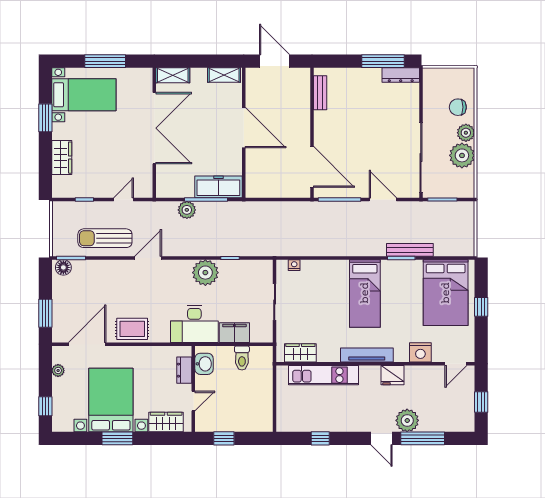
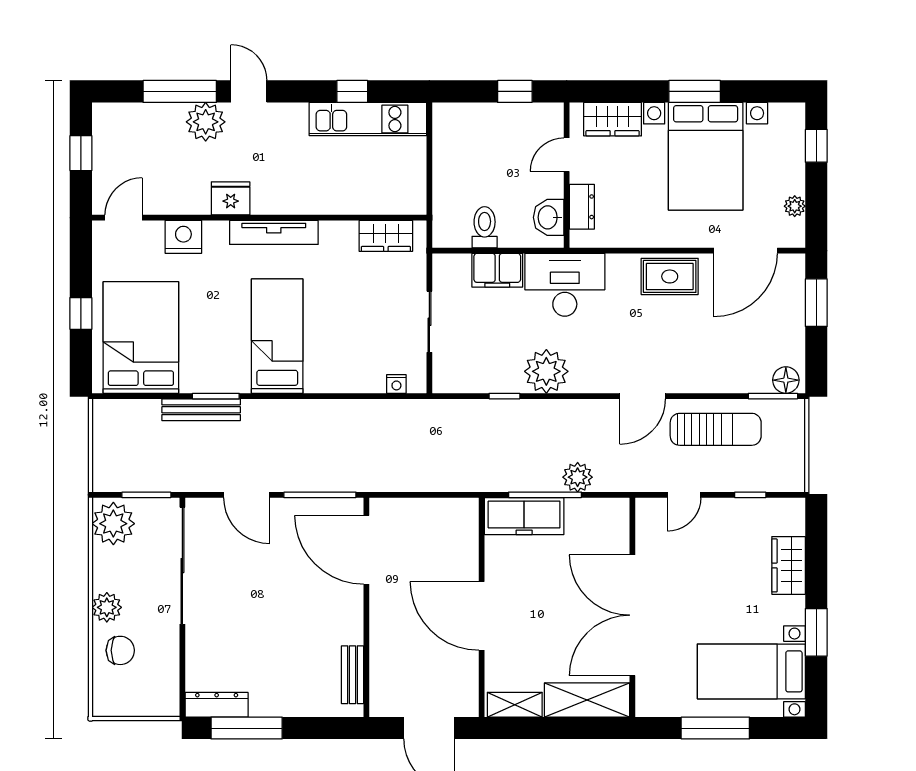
shelving: (173, 75) -> (587, 700), width x1.50, depth x1.33
plant: (462, 155) -> (113, 524), moved
kitchen unit: (323, 375) -> (368, 119), moved, turned 180

